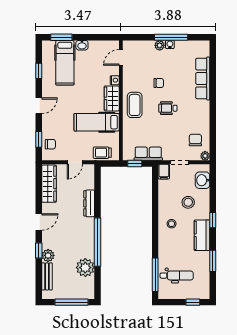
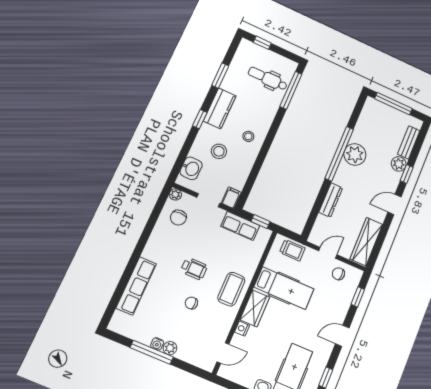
chair: (50, 144) -> (338, 274), moved
plant: (85, 268) -> (355, 154), moved

